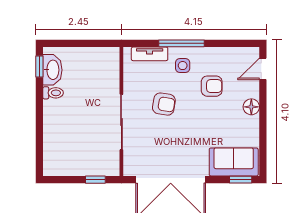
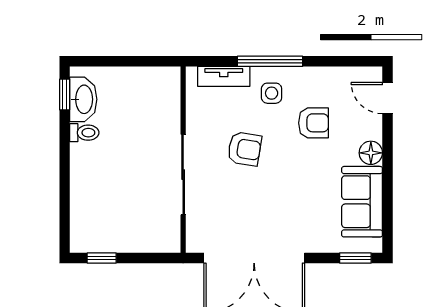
door: (263, 69) -> (387, 98), hinge flipped
sofa: (234, 162) -> (362, 202), moved, turned -90
window: (95, 180) -> (102, 258), moved

